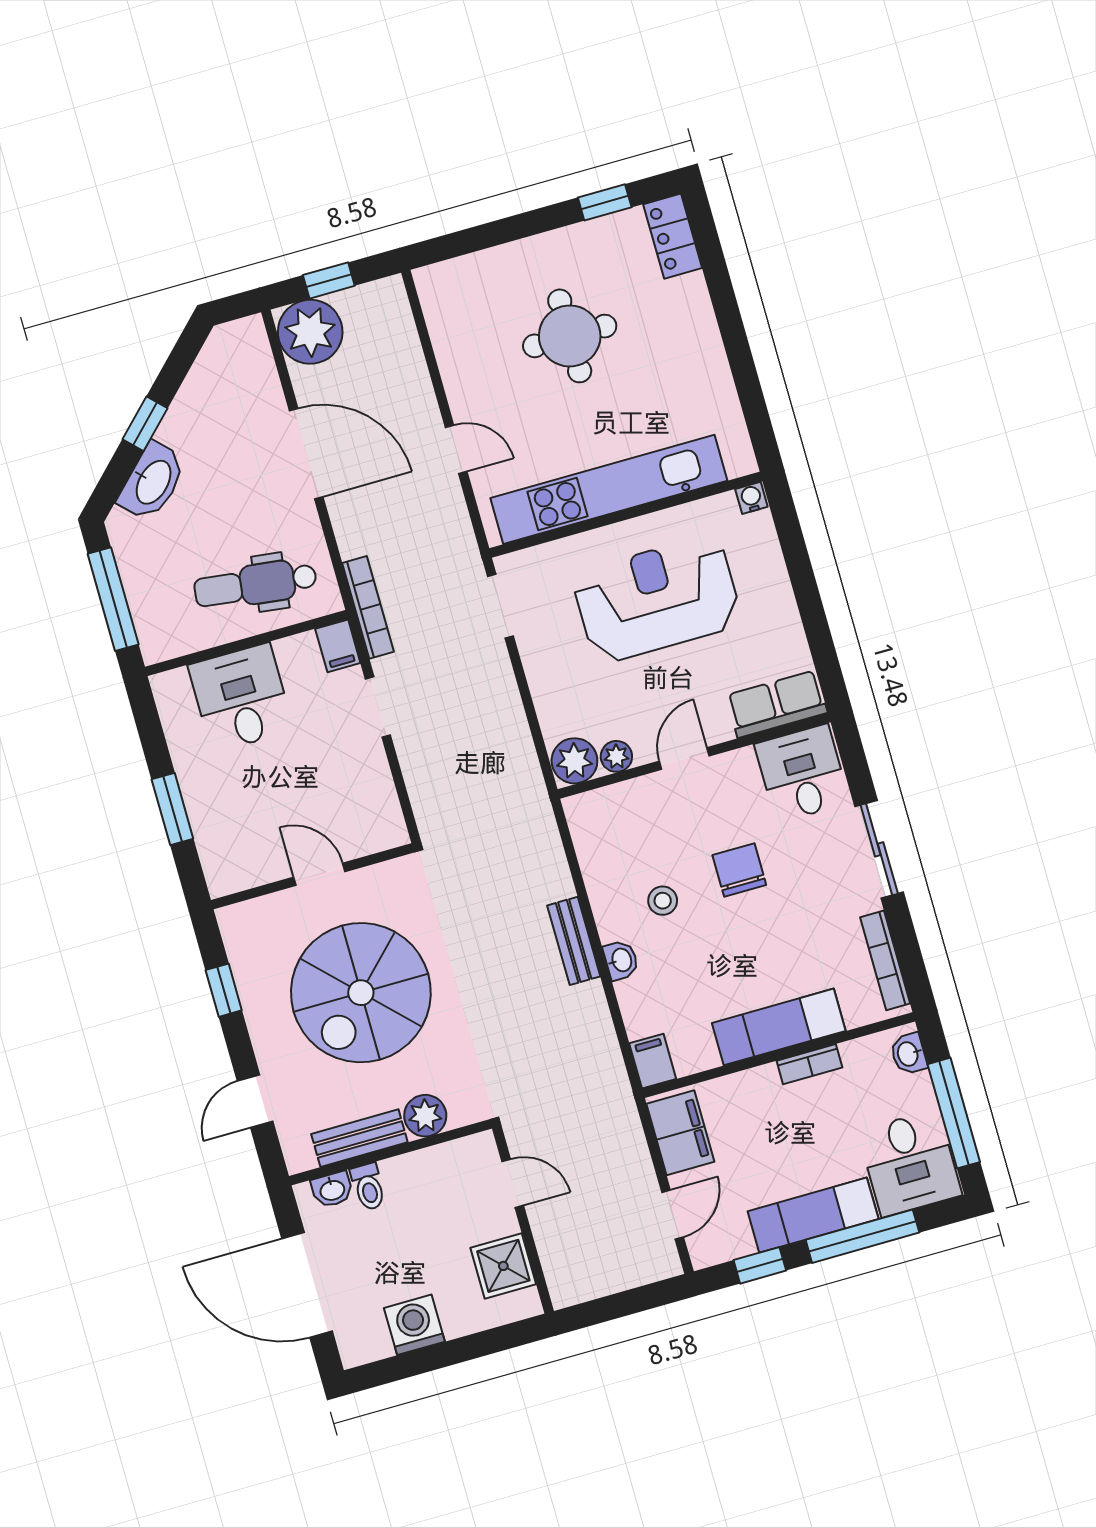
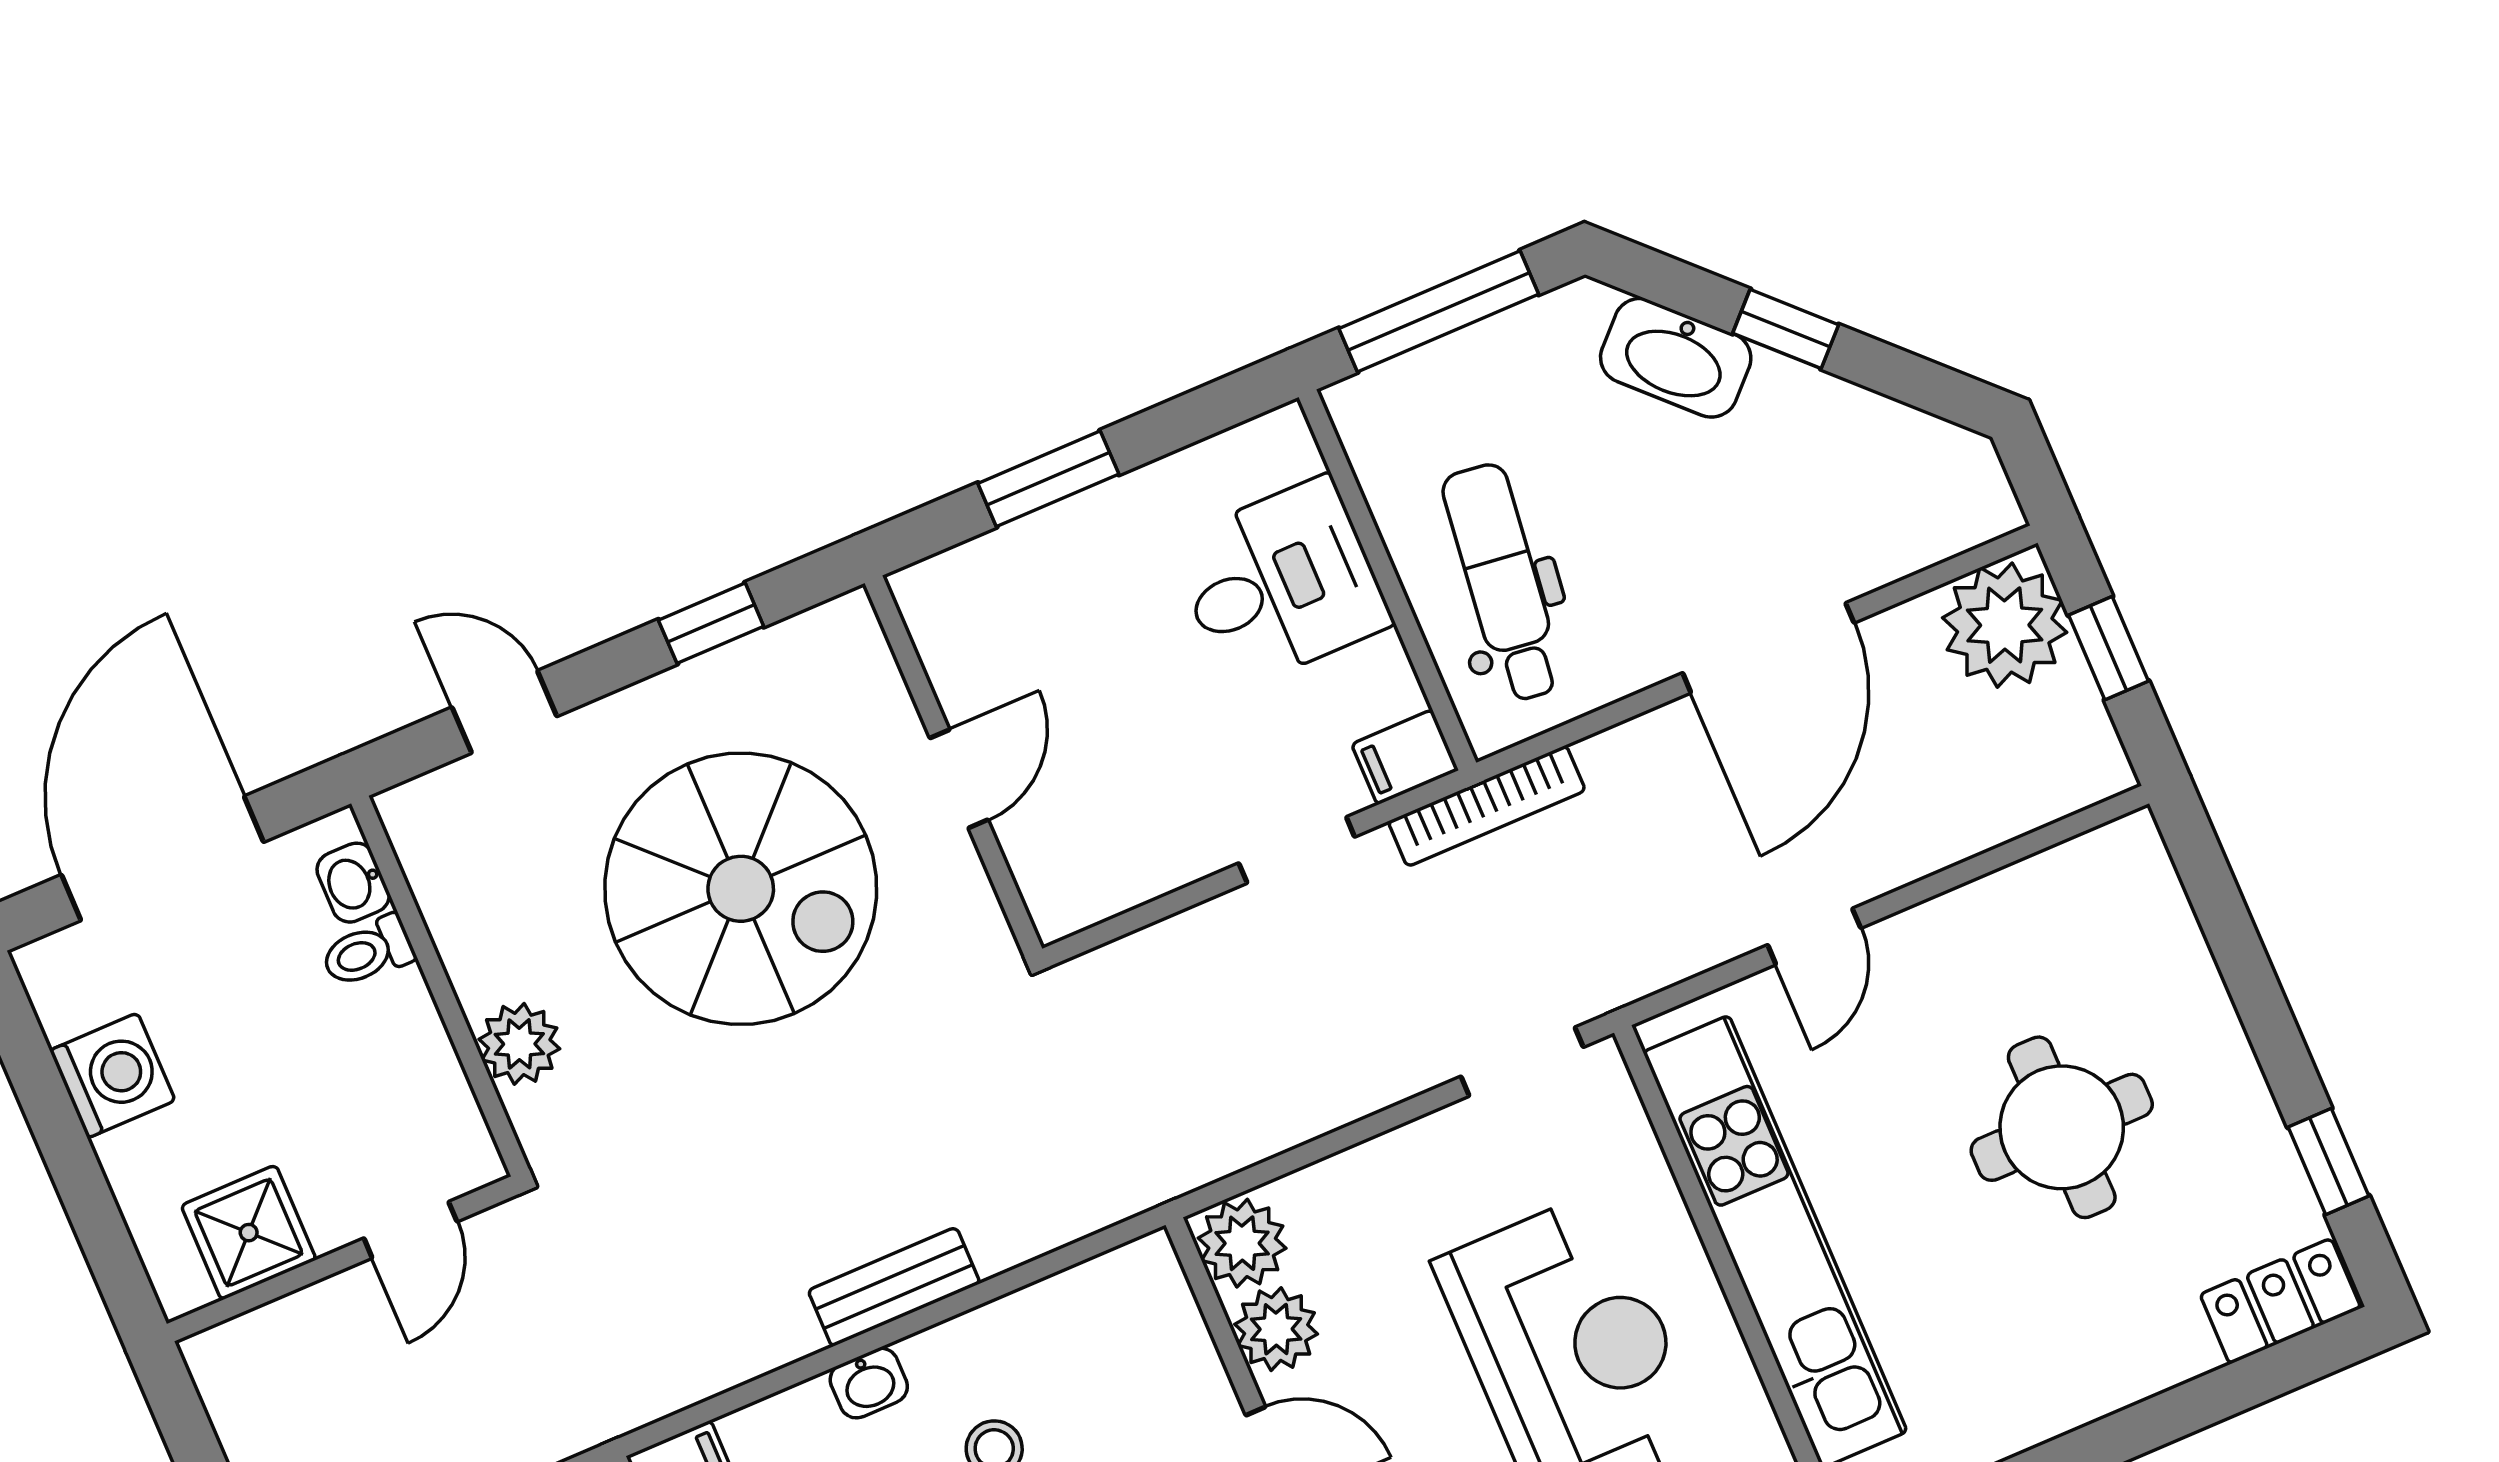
plant: (616, 756) -> (1276, 1329), width x1.38, depth x1.38
spiral stairs: (361, 993) -> (741, 889), turned 180
bench: (359, 1138) -> (459, 922), removed

